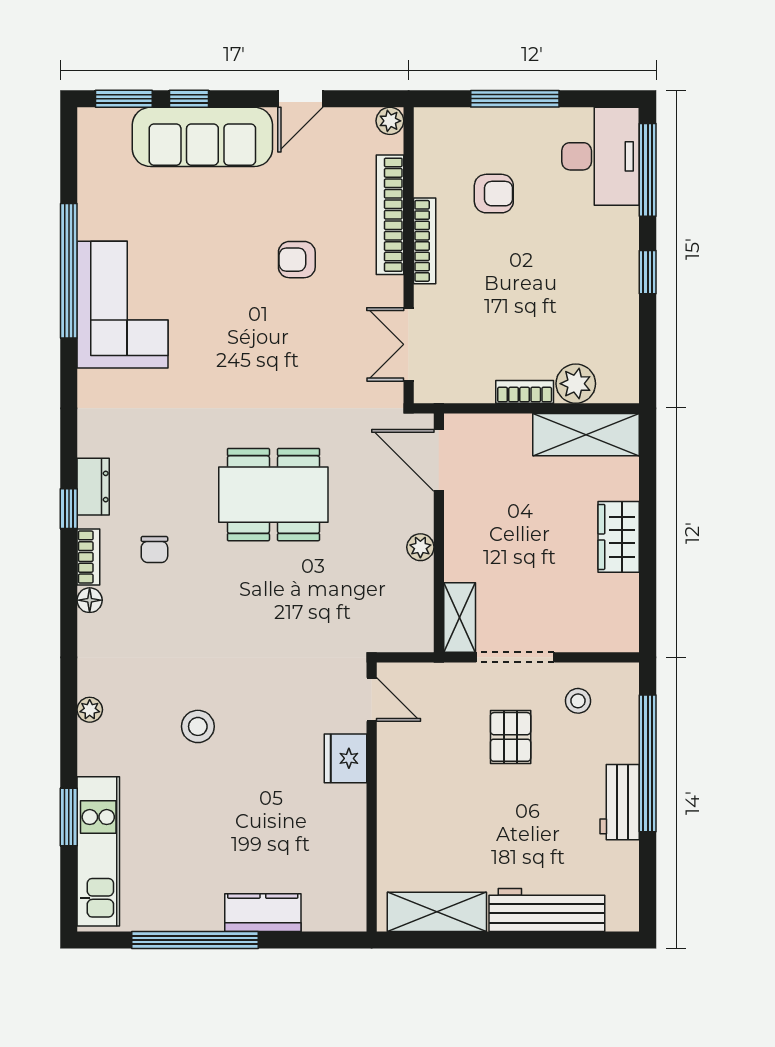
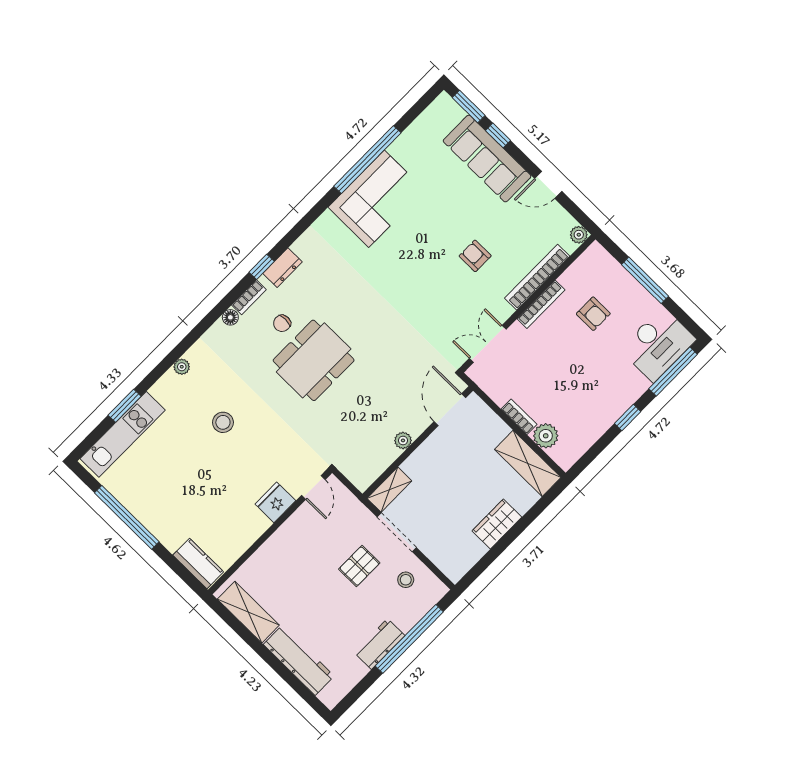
dining table: (273, 495) -> (314, 360), moved, turned 90
kitchen counter: (263, 913) -> (198, 563), moved

